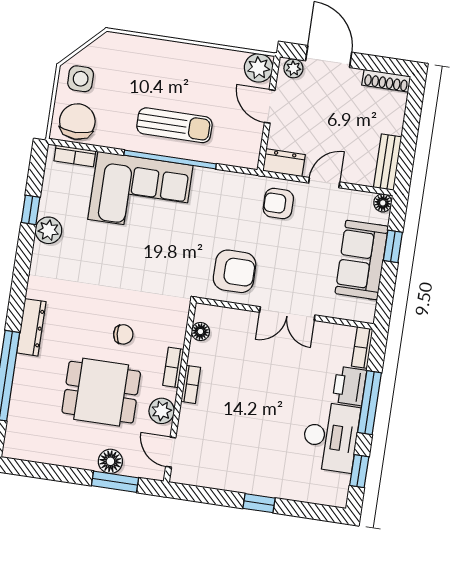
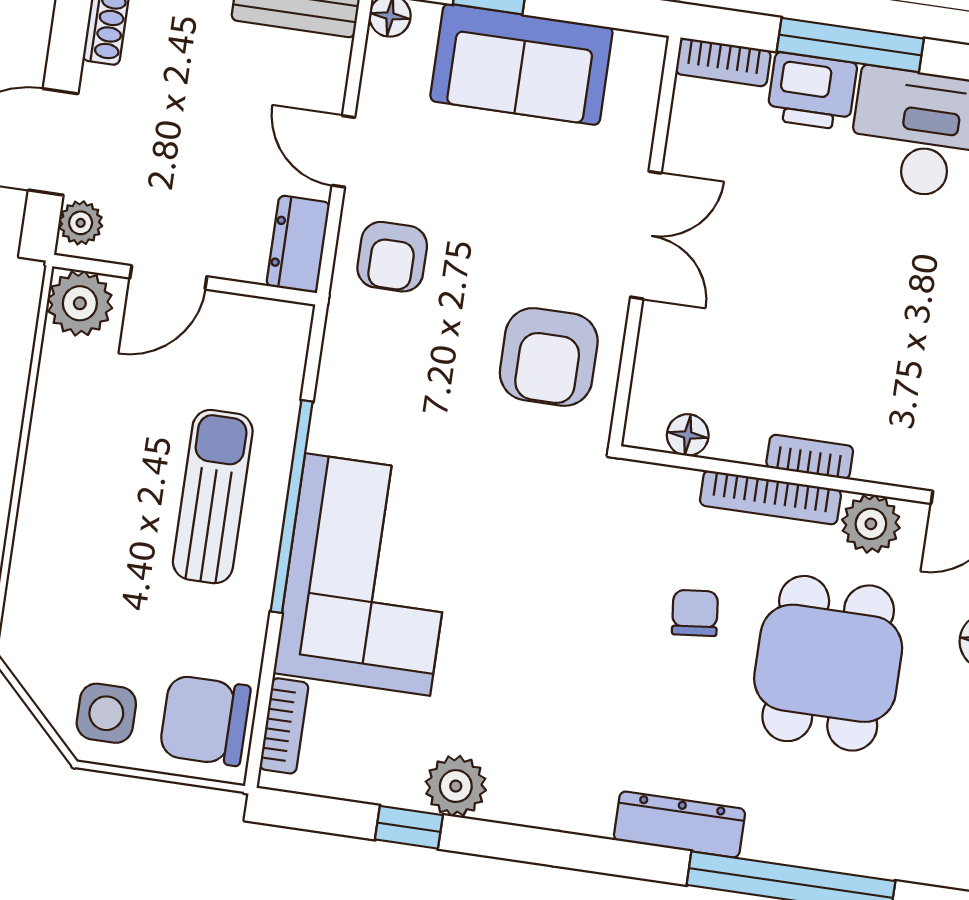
armchair: (235, 271) -> (549, 357), turned 180
bookcase: (173, 367) -> (770, 498), width x1.56

